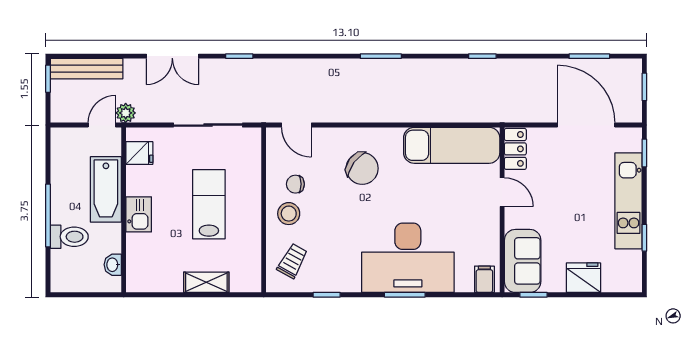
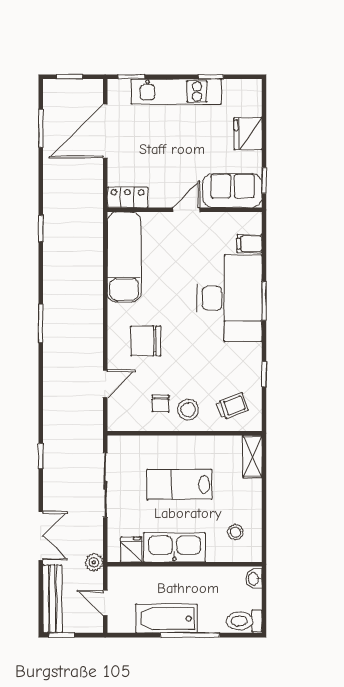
double door: (172, 56) -> (41, 536), moved
door: (102, 125) -> (105, 603), moved
door: (297, 125) -> (105, 384), moved
chair: (362, 168) -> (146, 341), turned -126
bathtub: (106, 189) -> (167, 618), moved, turned 180
door: (502, 192) -> (186, 210), moved
kitchen sink: (139, 214) -> (174, 547), width x1.87, depth x1.24
toilet: (69, 237) -> (244, 621), moved, turned -90
trolley: (292, 261) -> (232, 406), turned 131
stool: (158, 264) -> (235, 532), added
washbasin: (113, 265) -> (254, 579), moved, turned 90
filing cabinet: (484, 279) -> (250, 244), moved
shelving: (206, 282) -> (252, 457), moved

